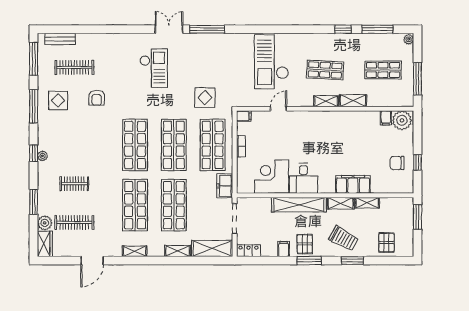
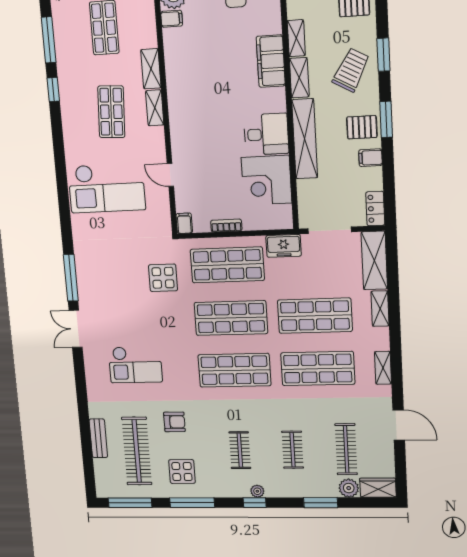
bench: (60, 39) -> (98, 438), moved
clothes rail: (74, 67) -> (137, 451), width x1.37, depth x1.31
checkout: (154, 68) -> (135, 365), moved, turned 180
clothes rail: (74, 145) -> (240, 450), added

